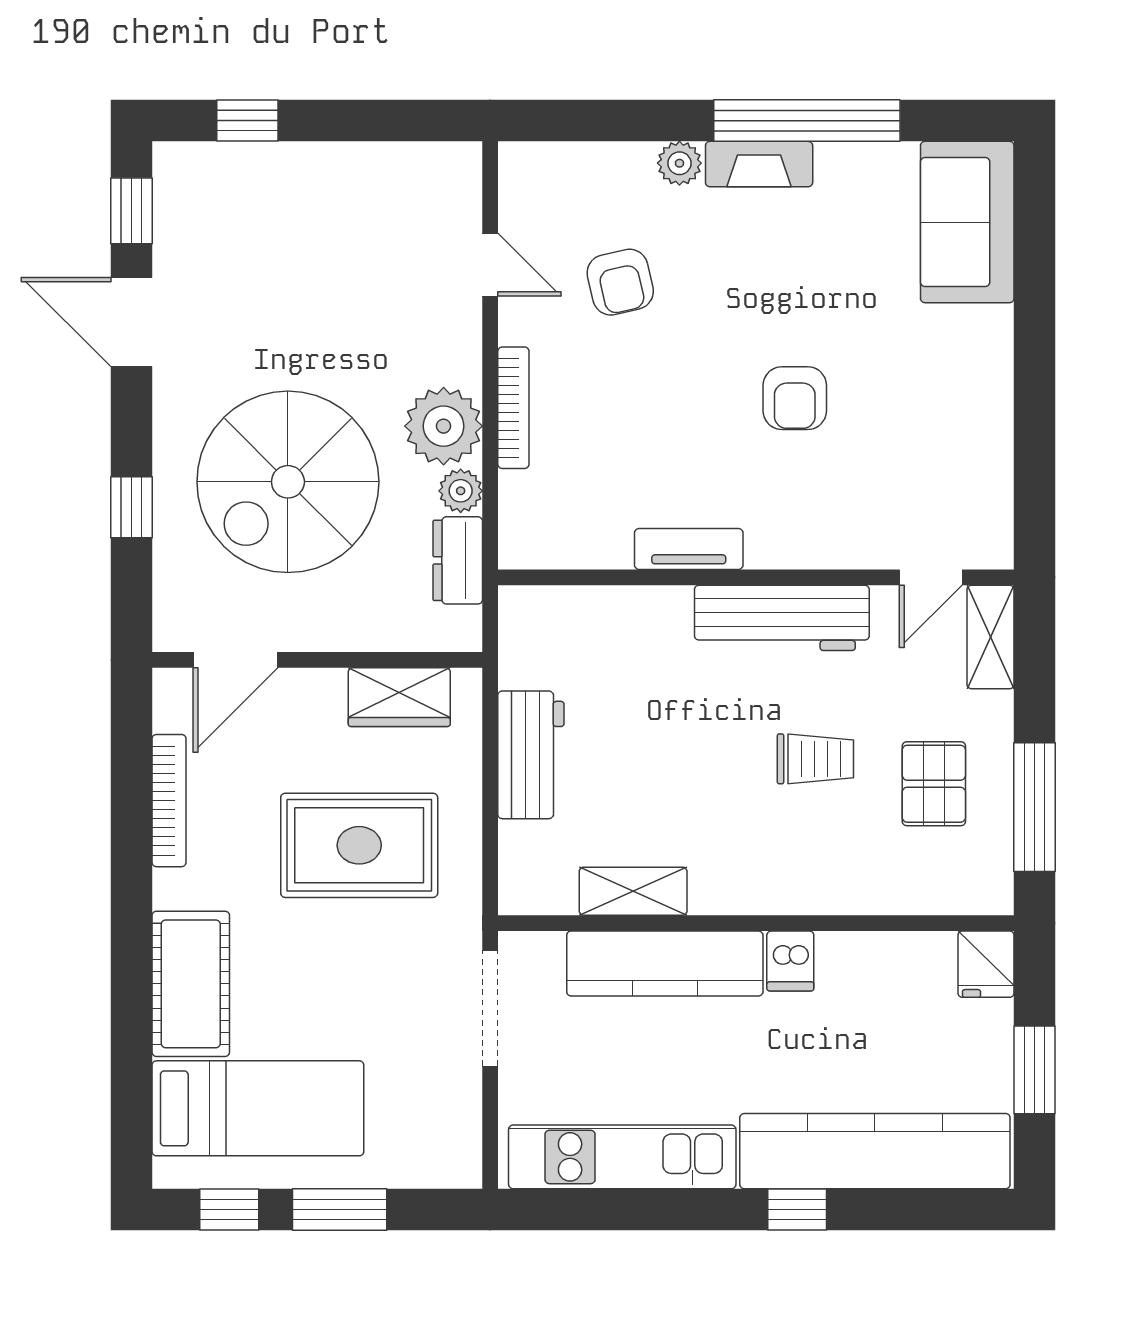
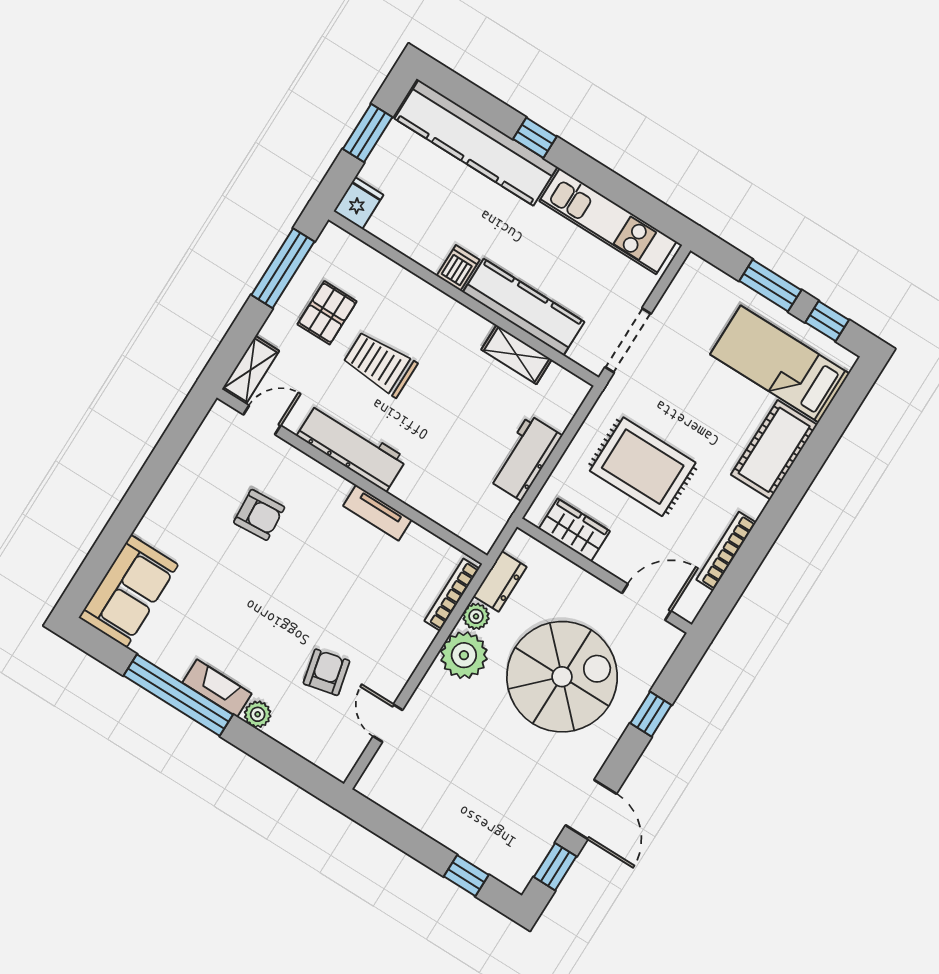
armchair: (795, 398) -> (259, 515), moved, turned 86
bookcase: (513, 408) -> (452, 595), moved
trolley: (815, 759) -> (380, 364), width x1.36, depth x1.39

